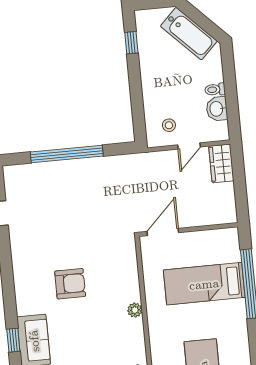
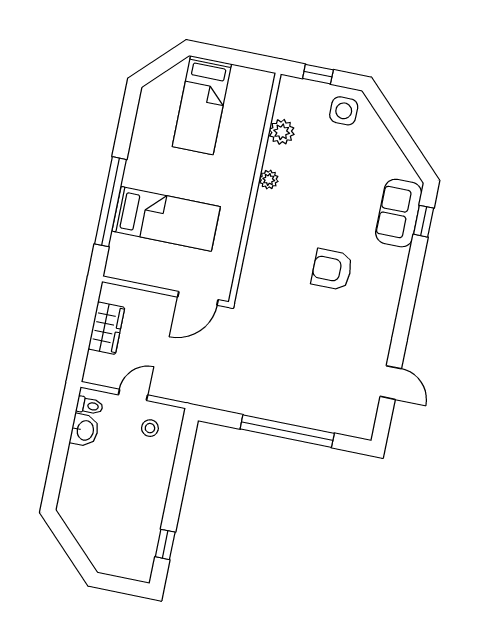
bathtub: (189, 34) -> (91, 534), removed
toilet: (215, 90) -> (90, 406), moved
wardrobe: (221, 163) -> (106, 328), moved
plant: (135, 310) -> (269, 180), moved

